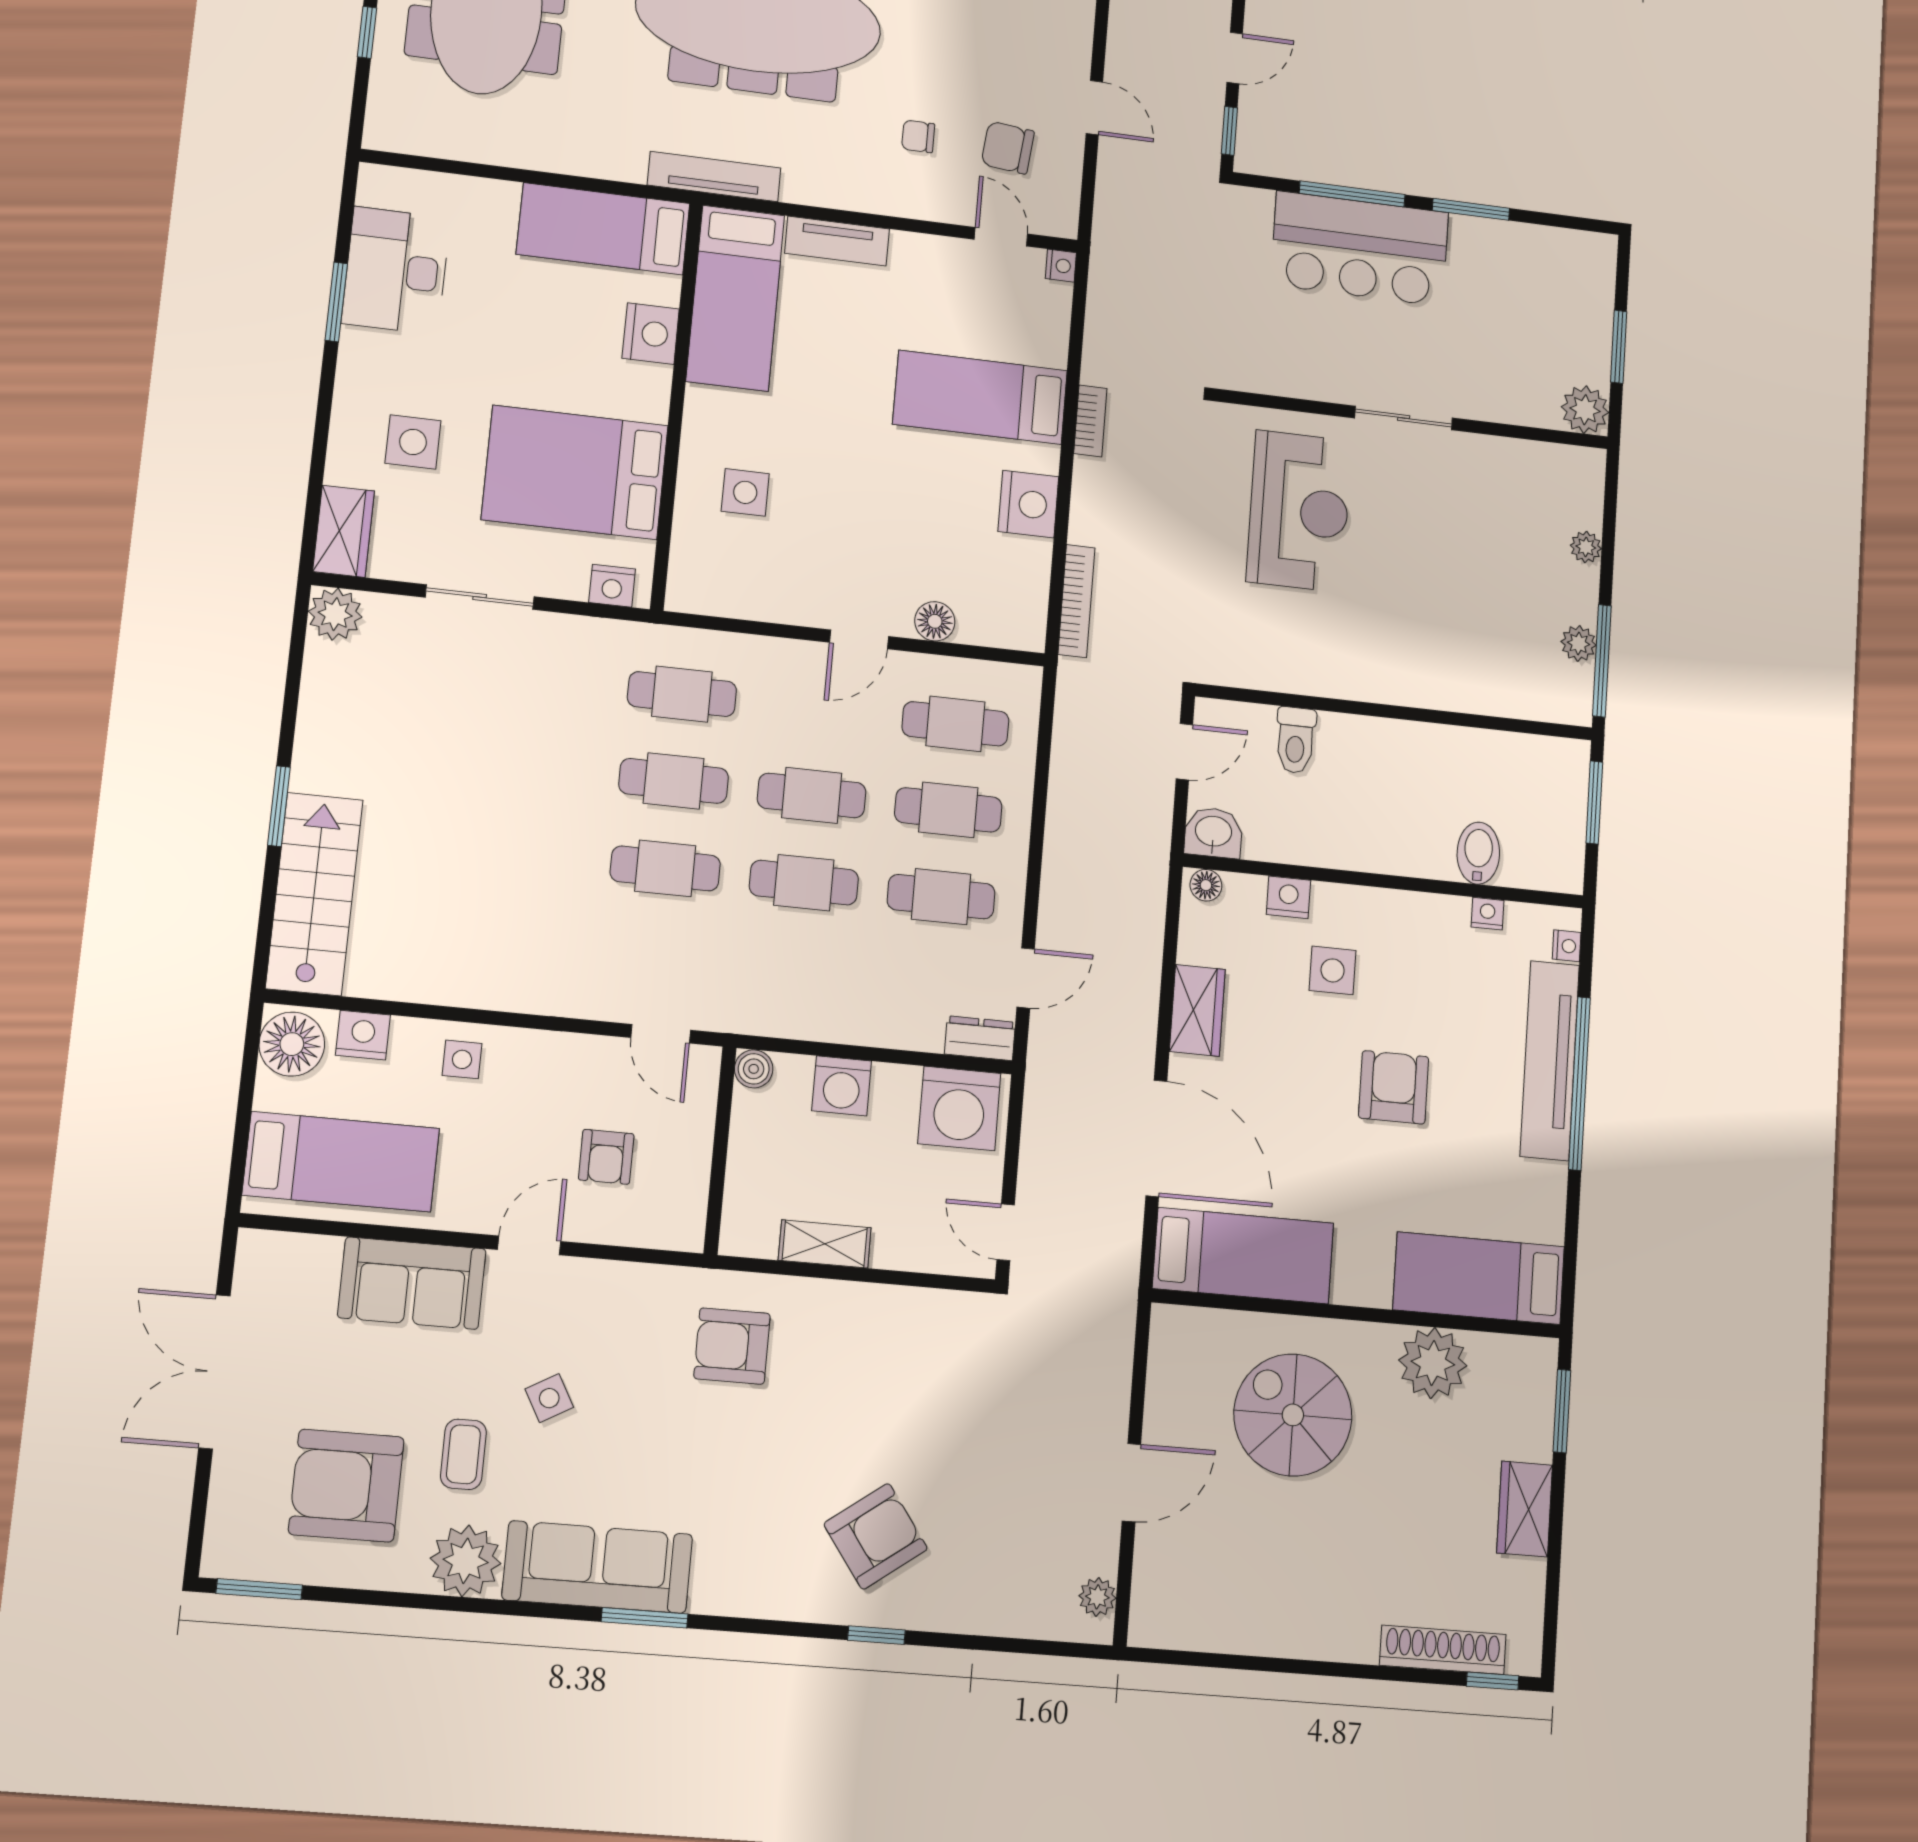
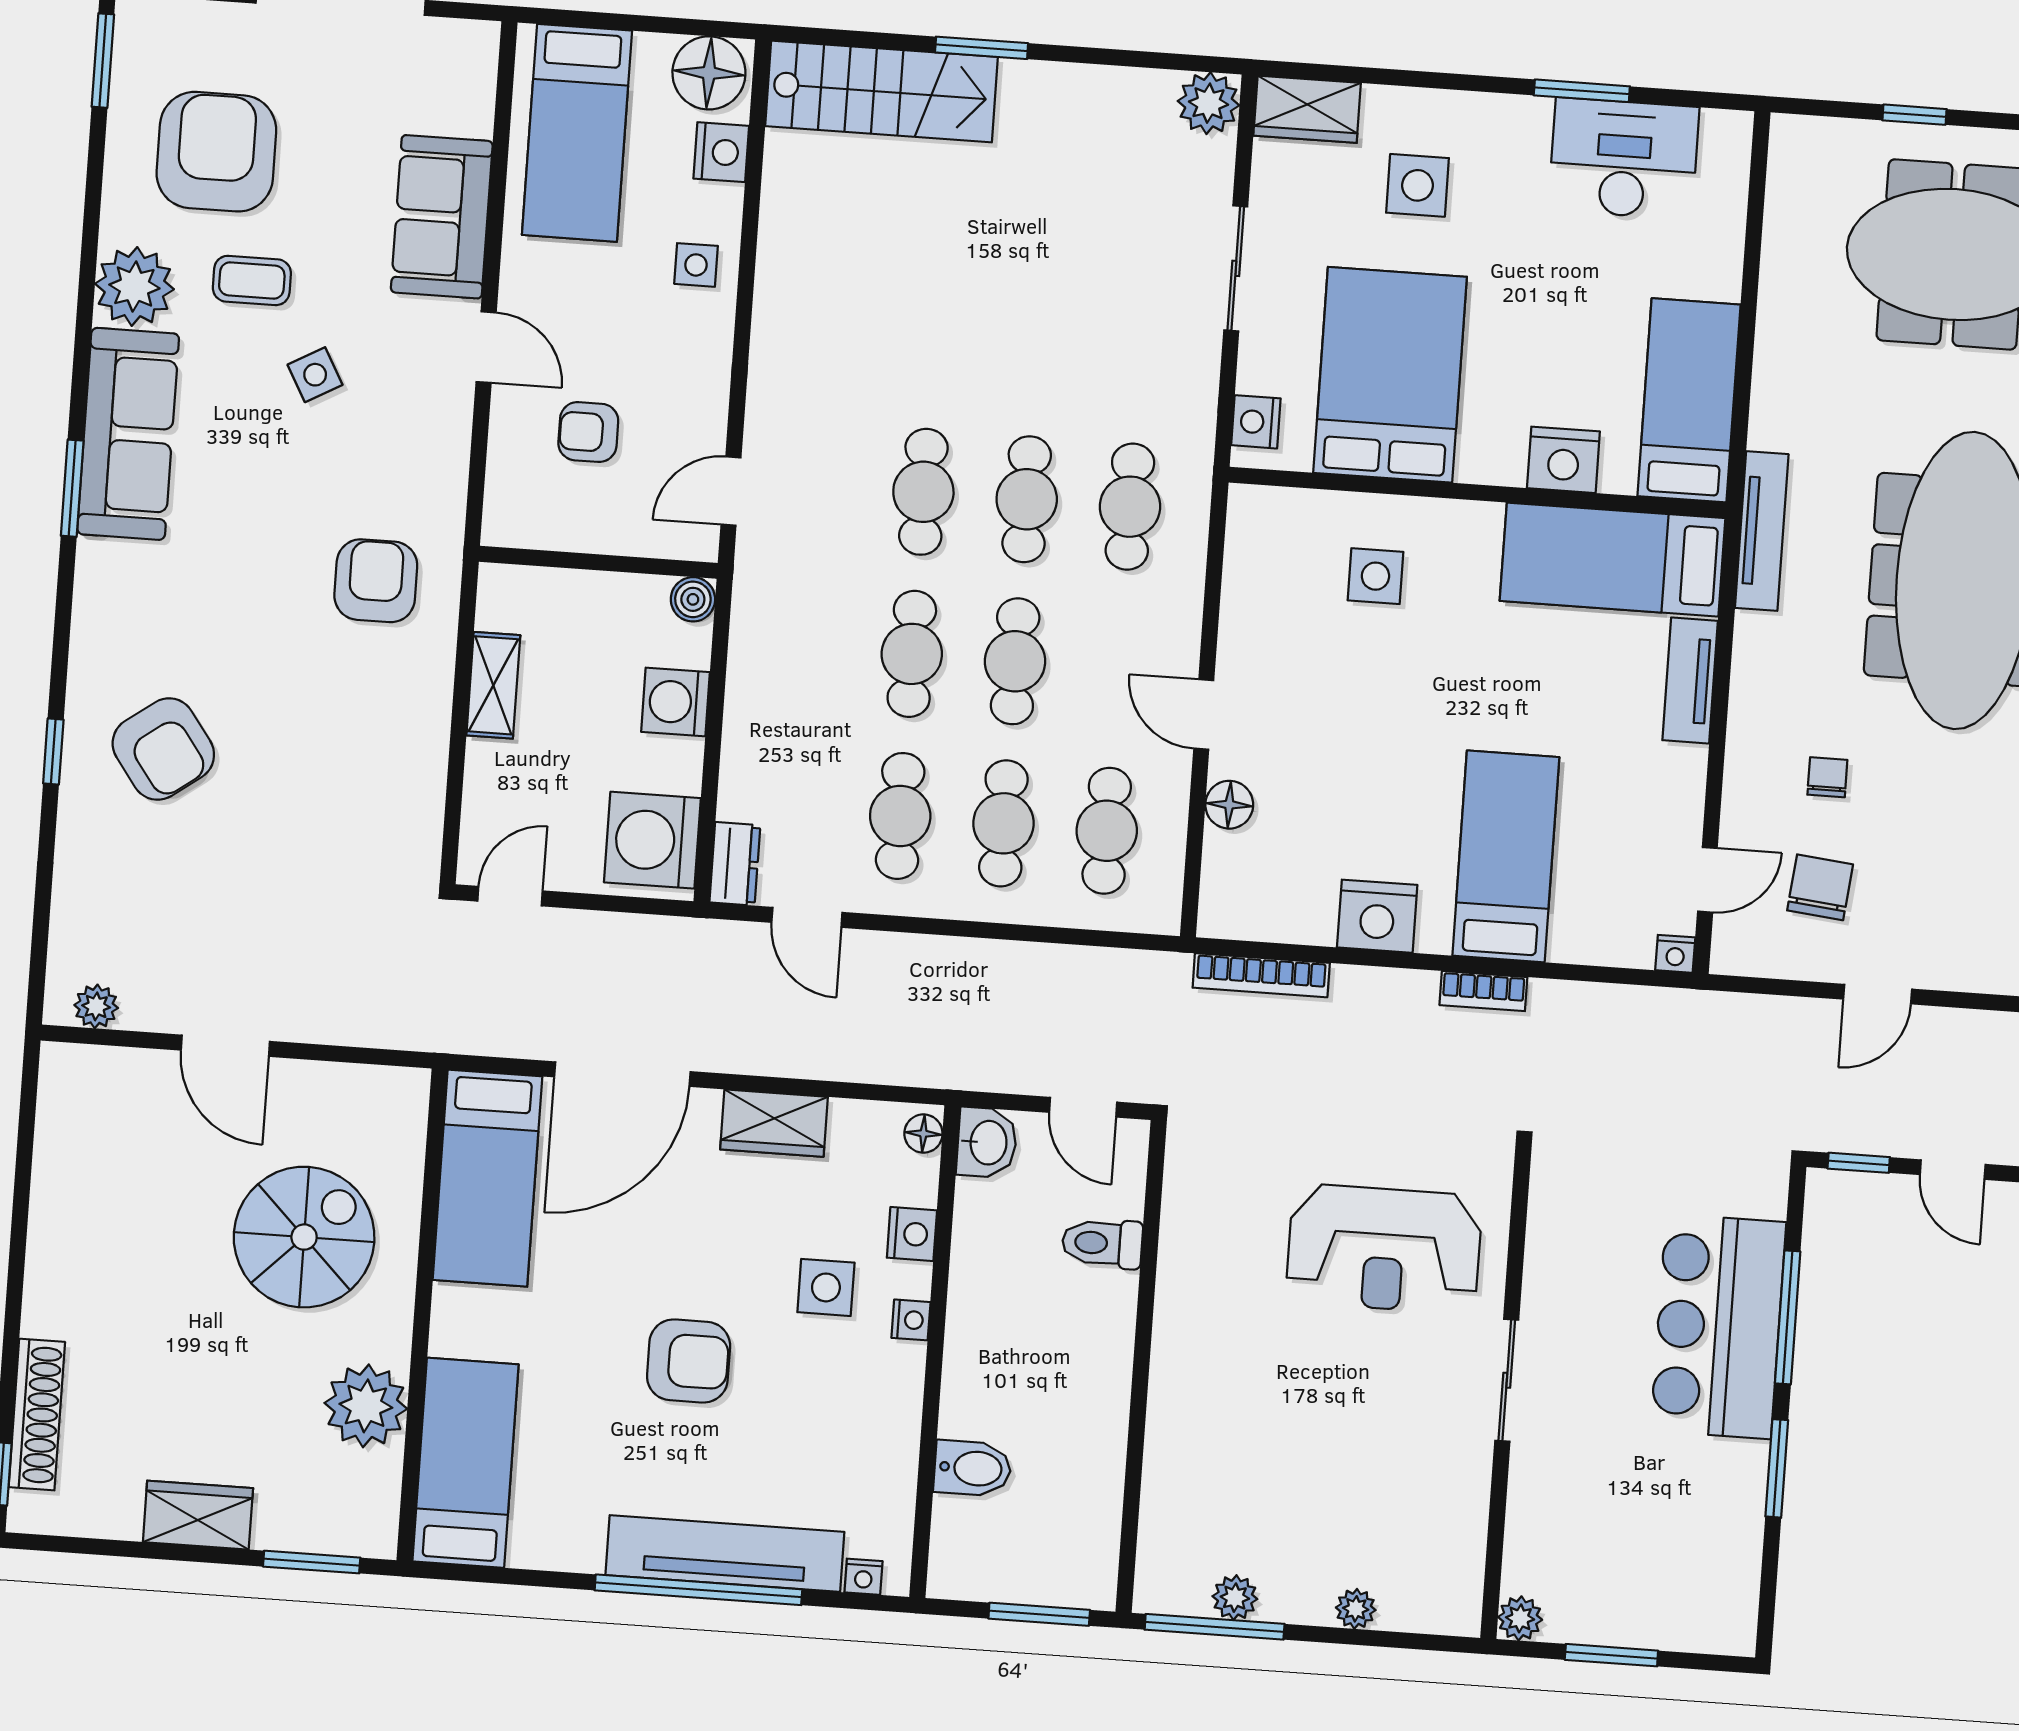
plant: (1585, 410) -> (1520, 1618), width x0.73, depth x0.73
nightstand: (1487, 914) -> (911, 1320), moved

